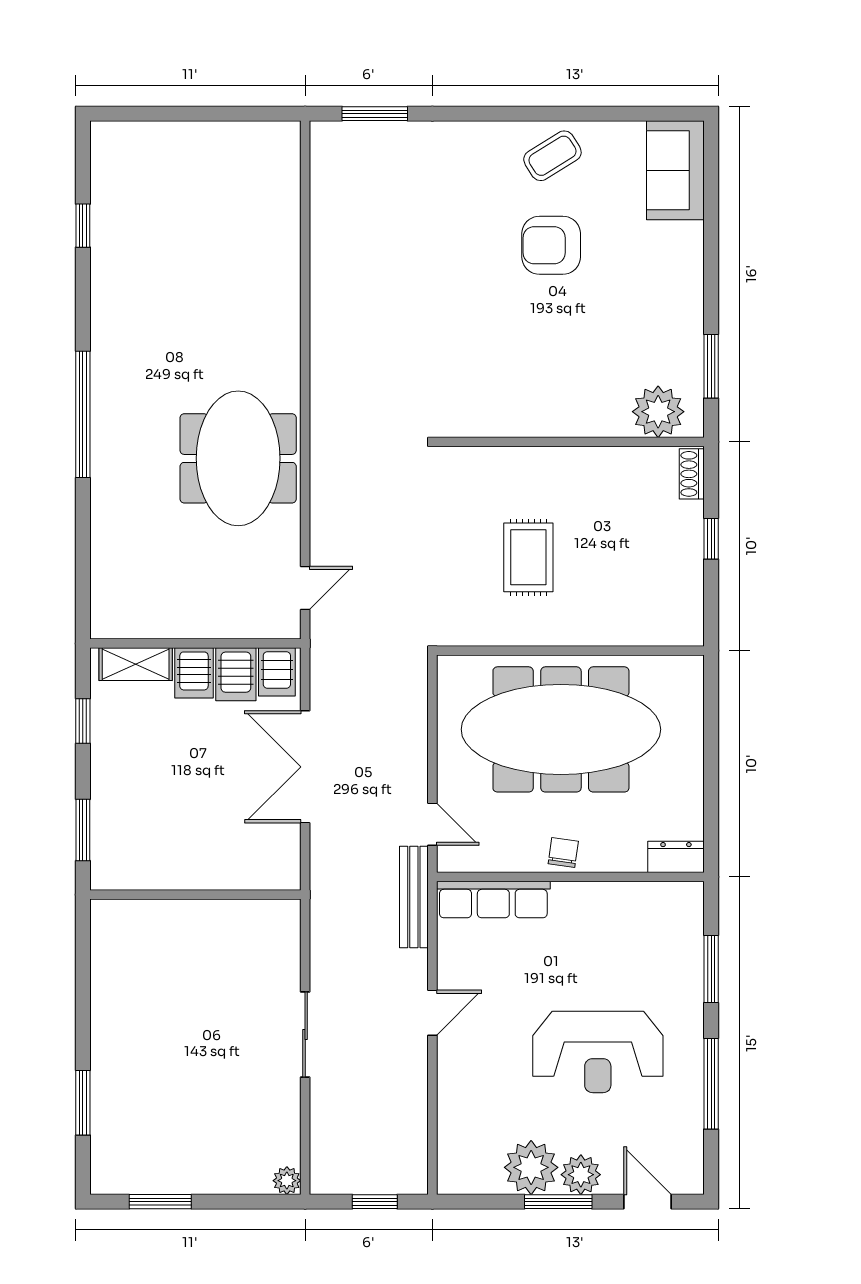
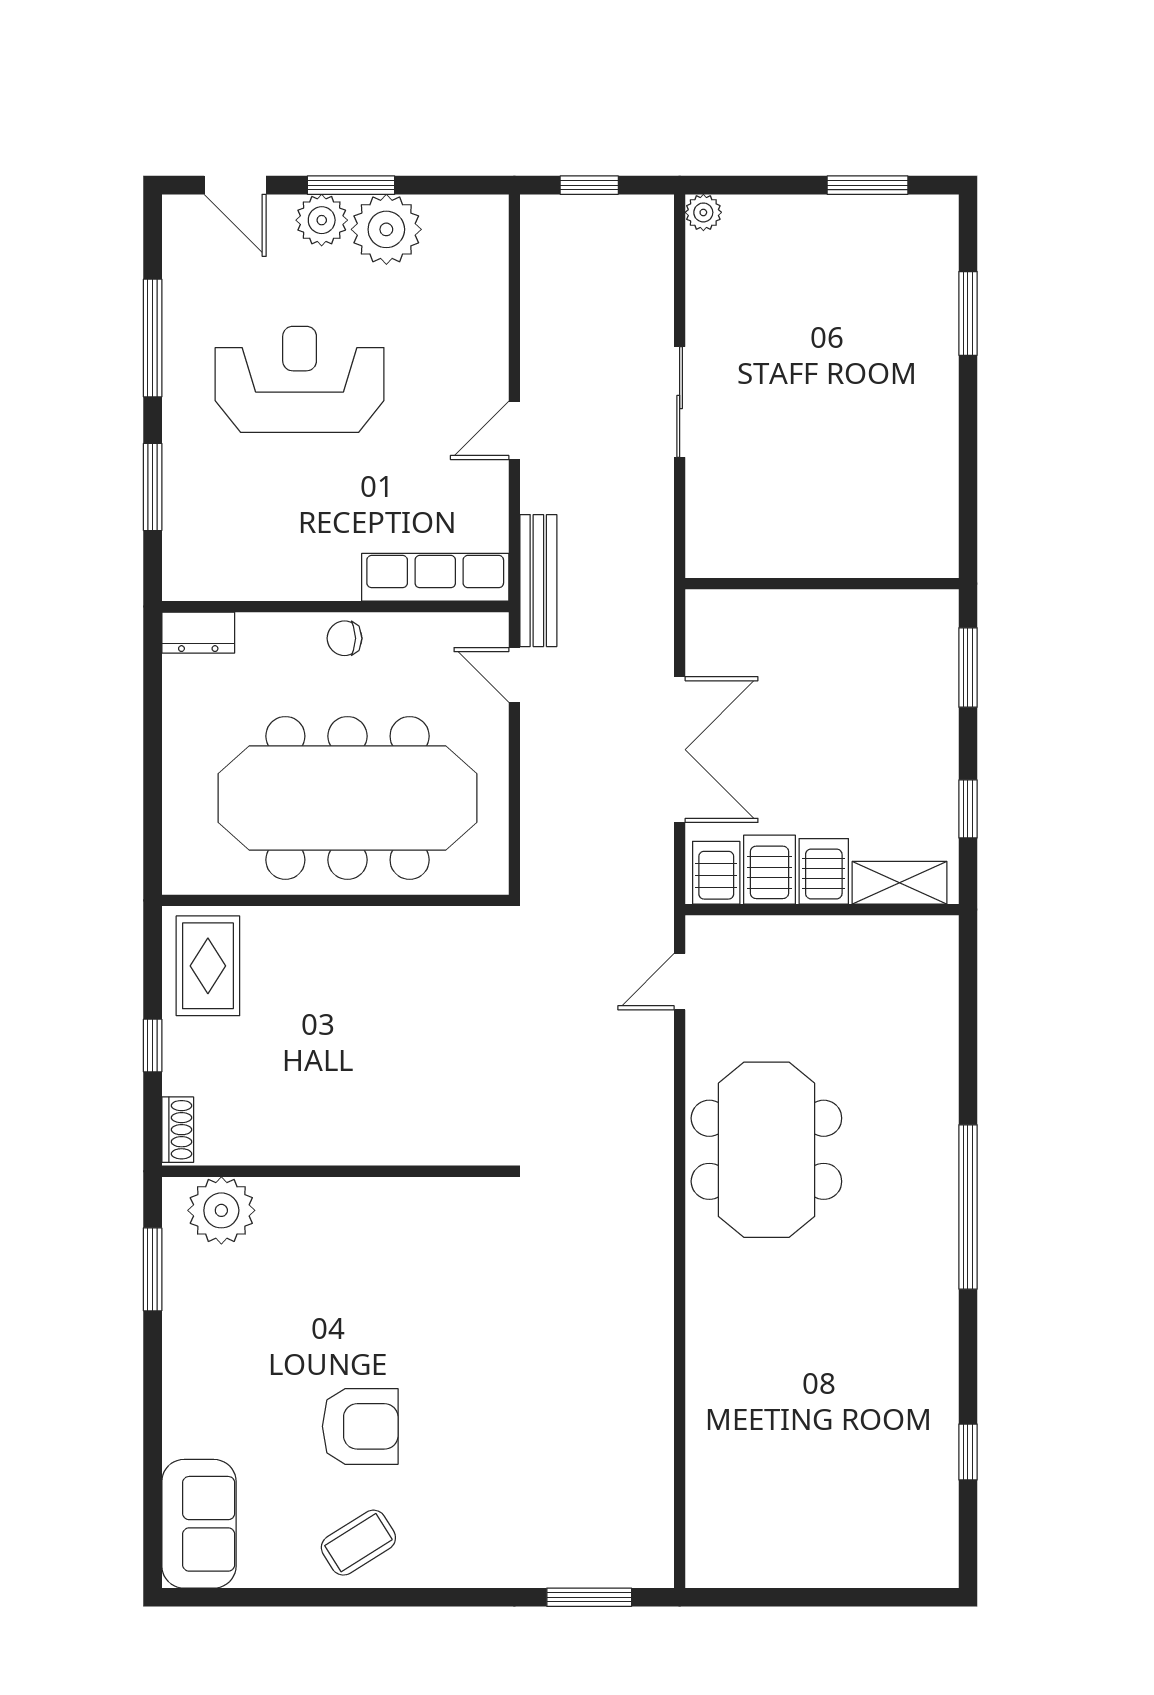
rug: (528, 557) -> (208, 966), moved
chair: (563, 852) -> (345, 638), turned 82

